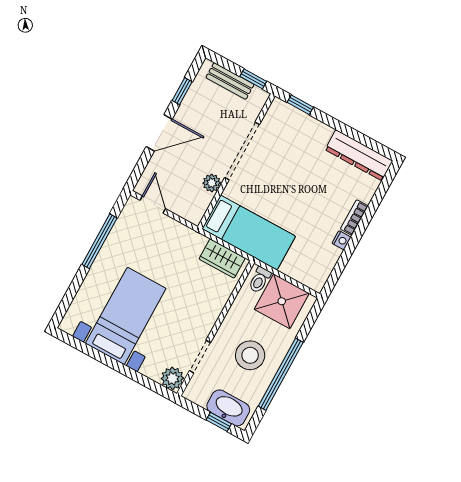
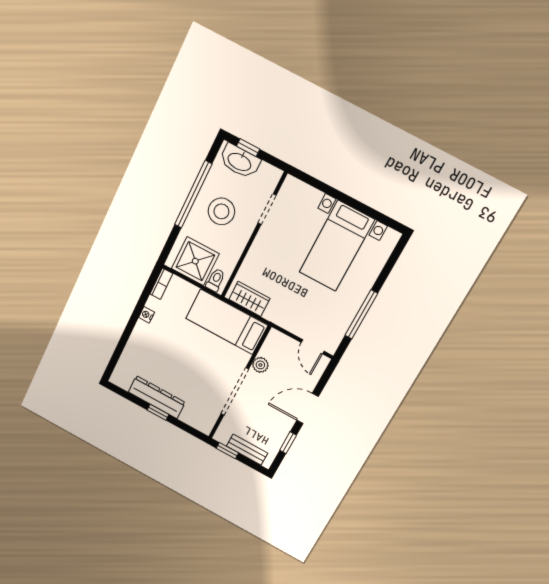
window: (300, 105) -> (158, 412), moved
dresser: (359, 155) -> (157, 397), moved
bookcase: (354, 217) -> (161, 284), moved
plant: (172, 378) -> (292, 188), removed

